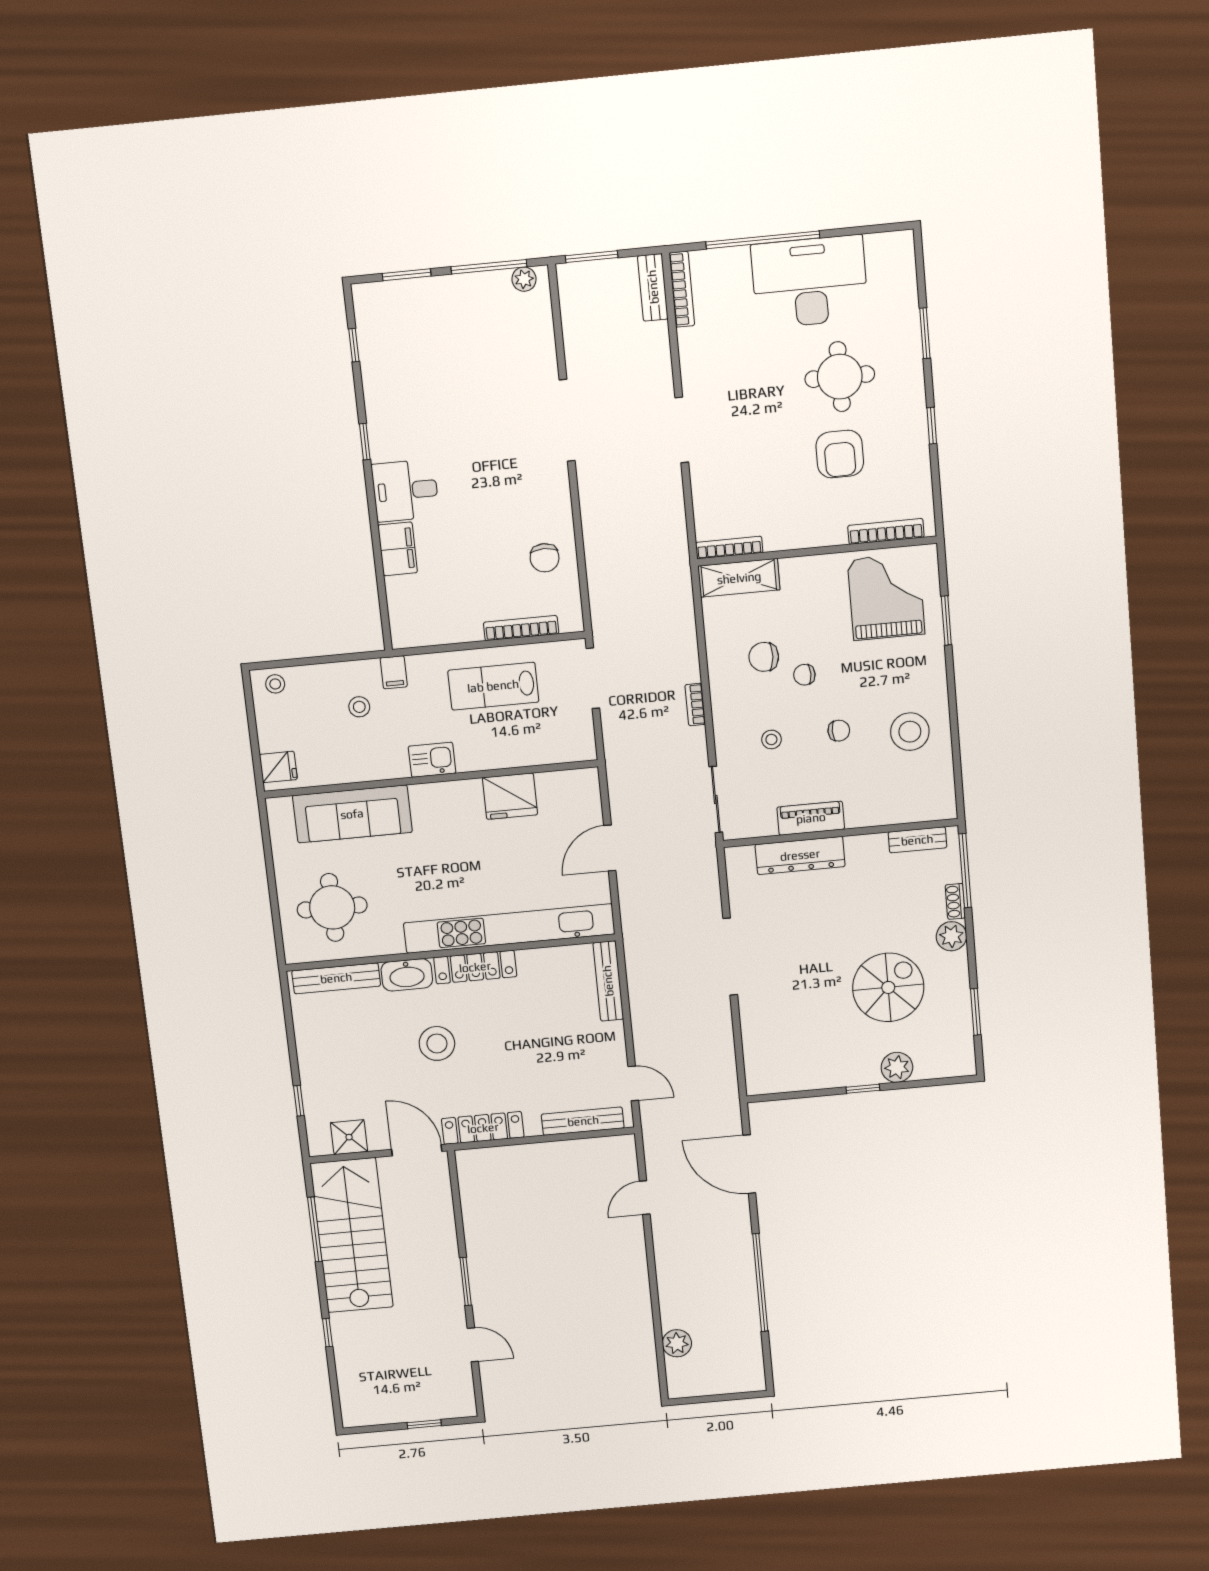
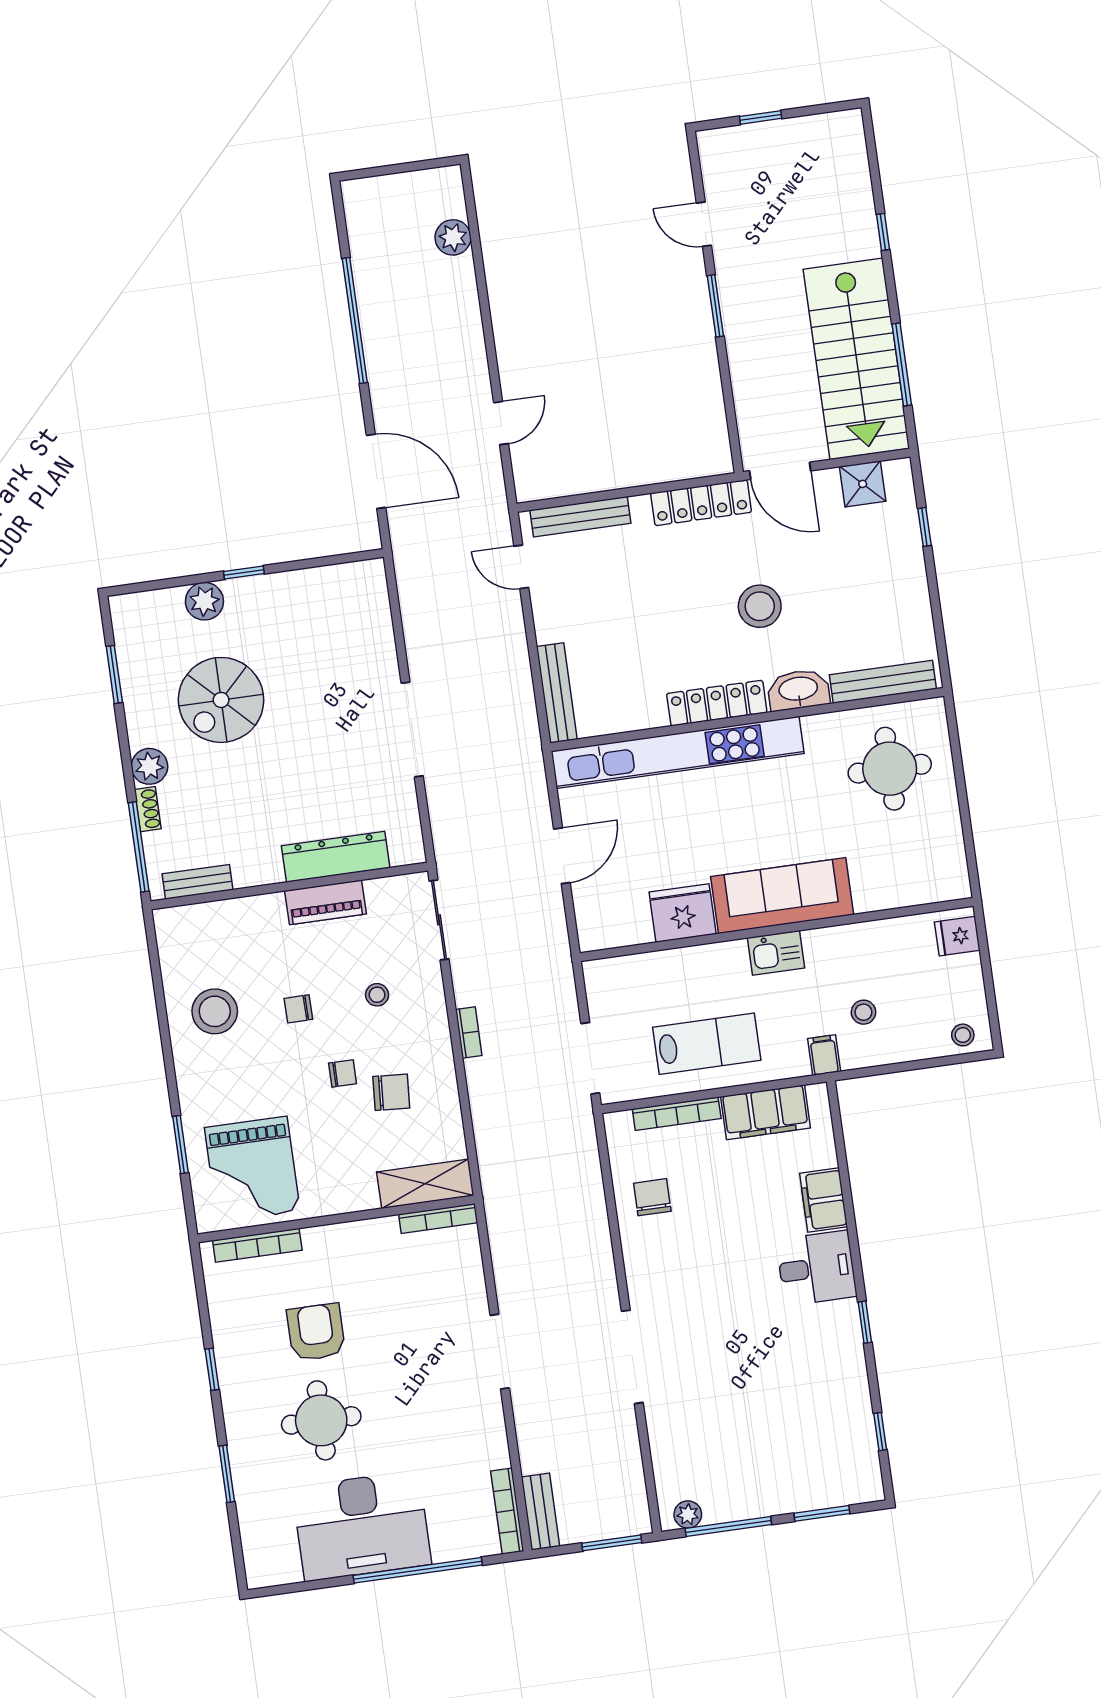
filing cabinet: (445, 626) -> (765, 1112), added
sofa: (352, 814) -> (782, 896), moved

